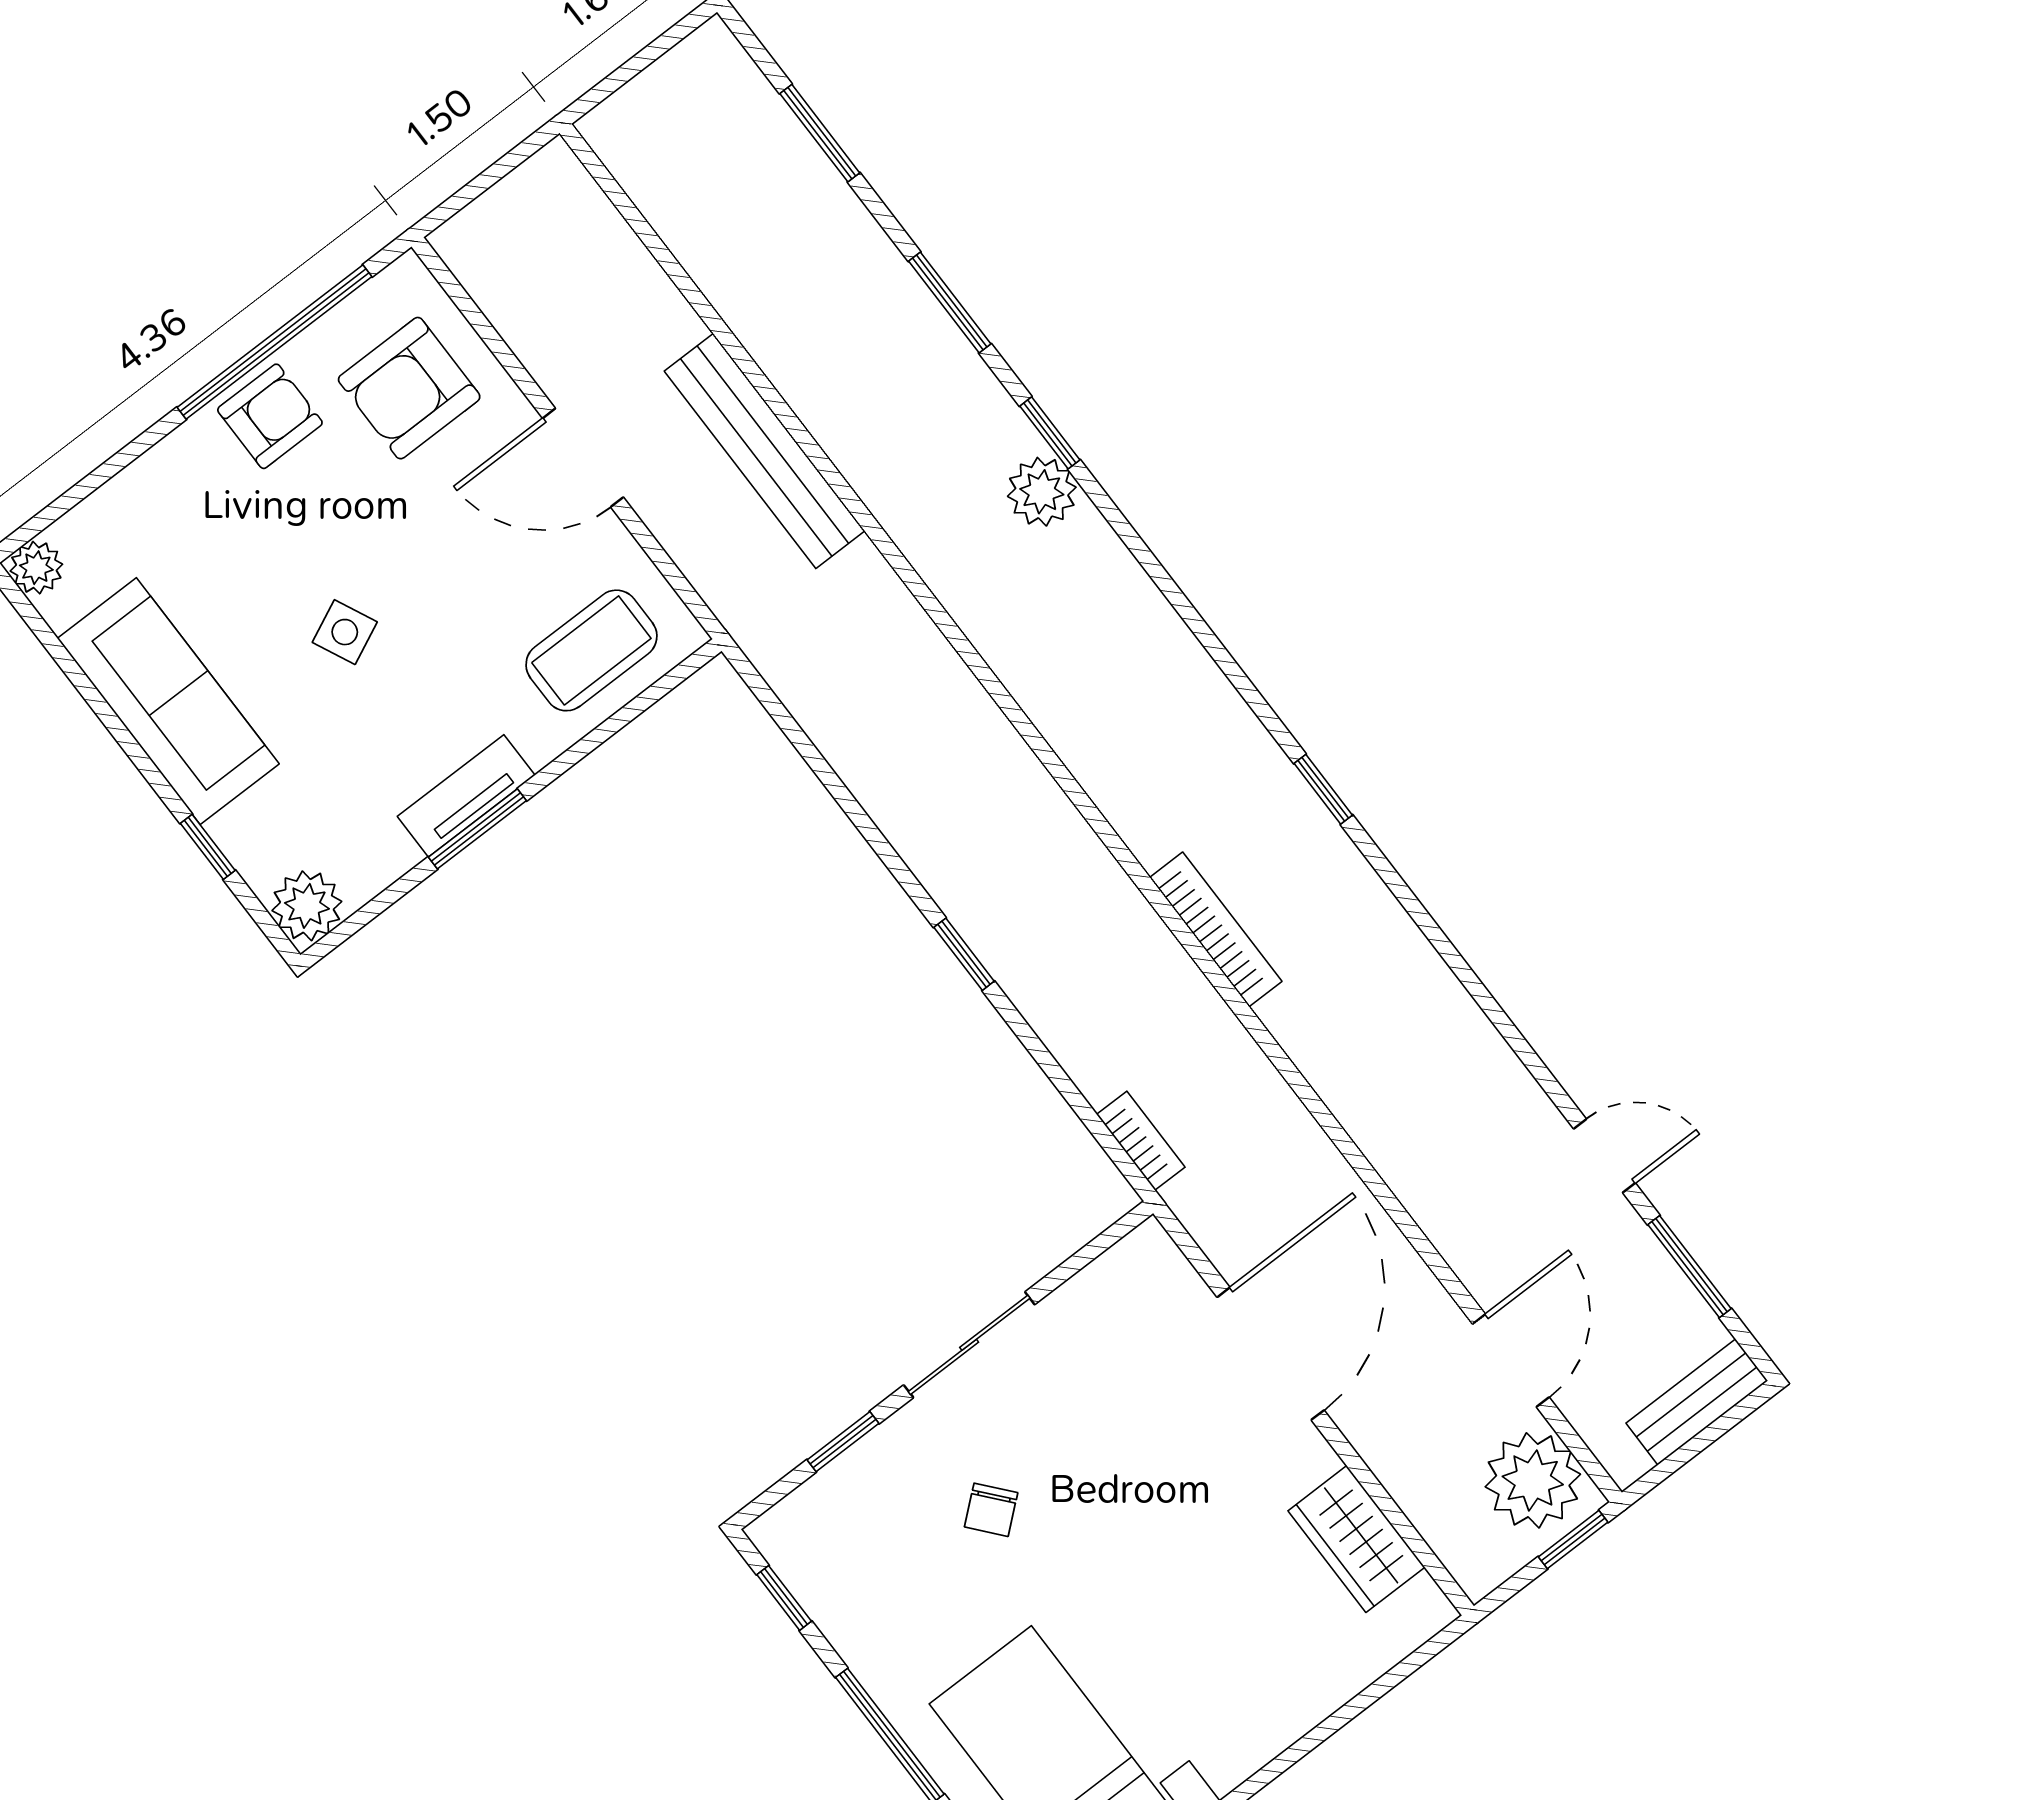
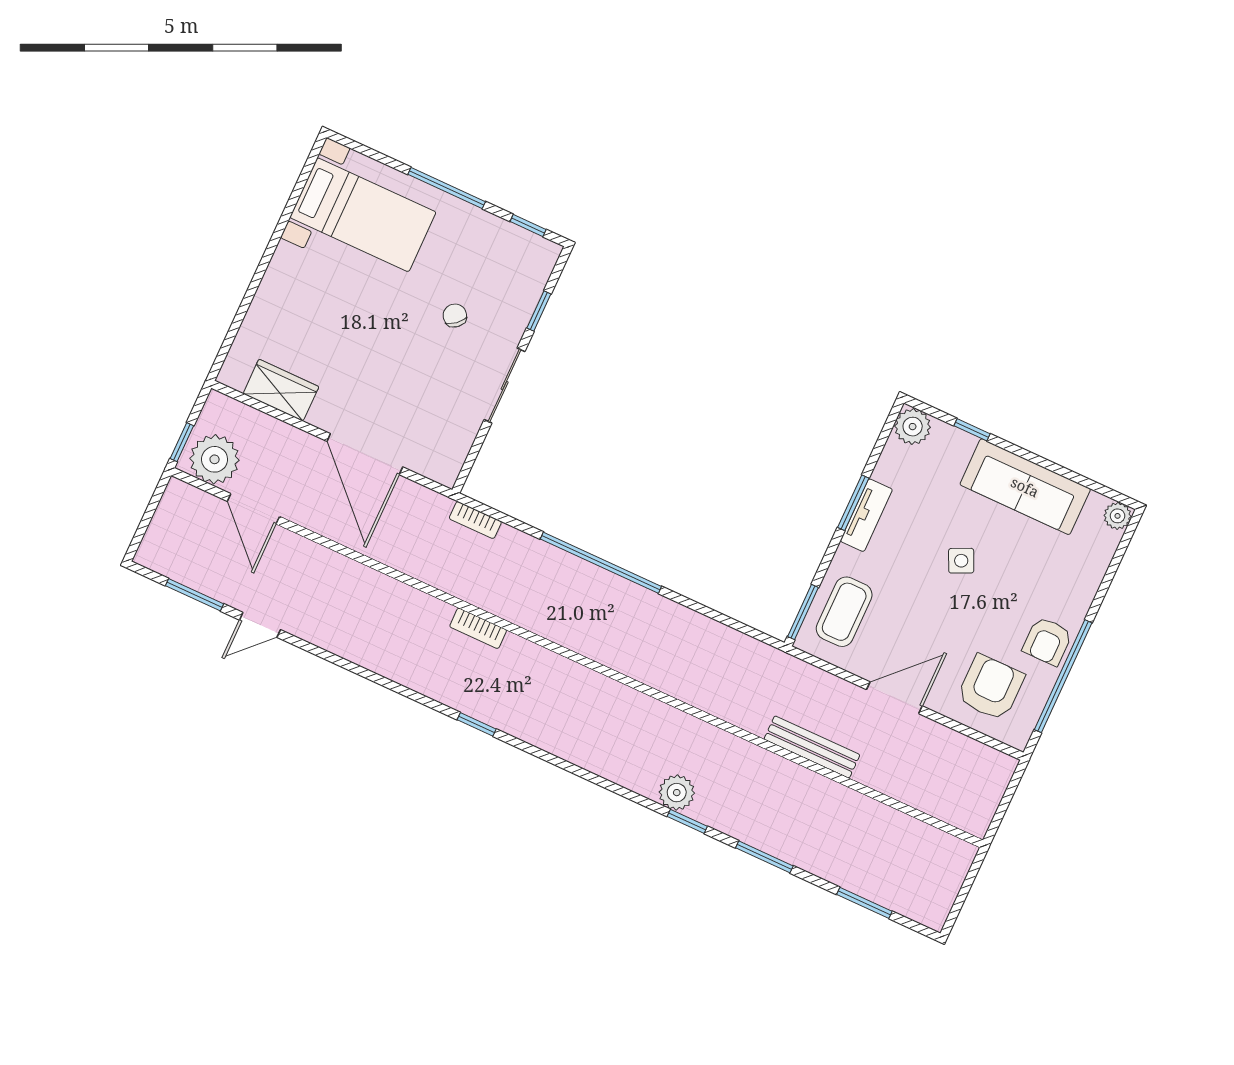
bench: (765, 451) -> (812, 747), width x0.73, depth x0.82
window: (662, 687) -> (803, 612), added
bookcase: (1216, 929) -> (478, 628), width x0.64
window: (964, 954) -> (601, 563), width x3.17
bench: (1697, 1402) -> (159, 535), removed

